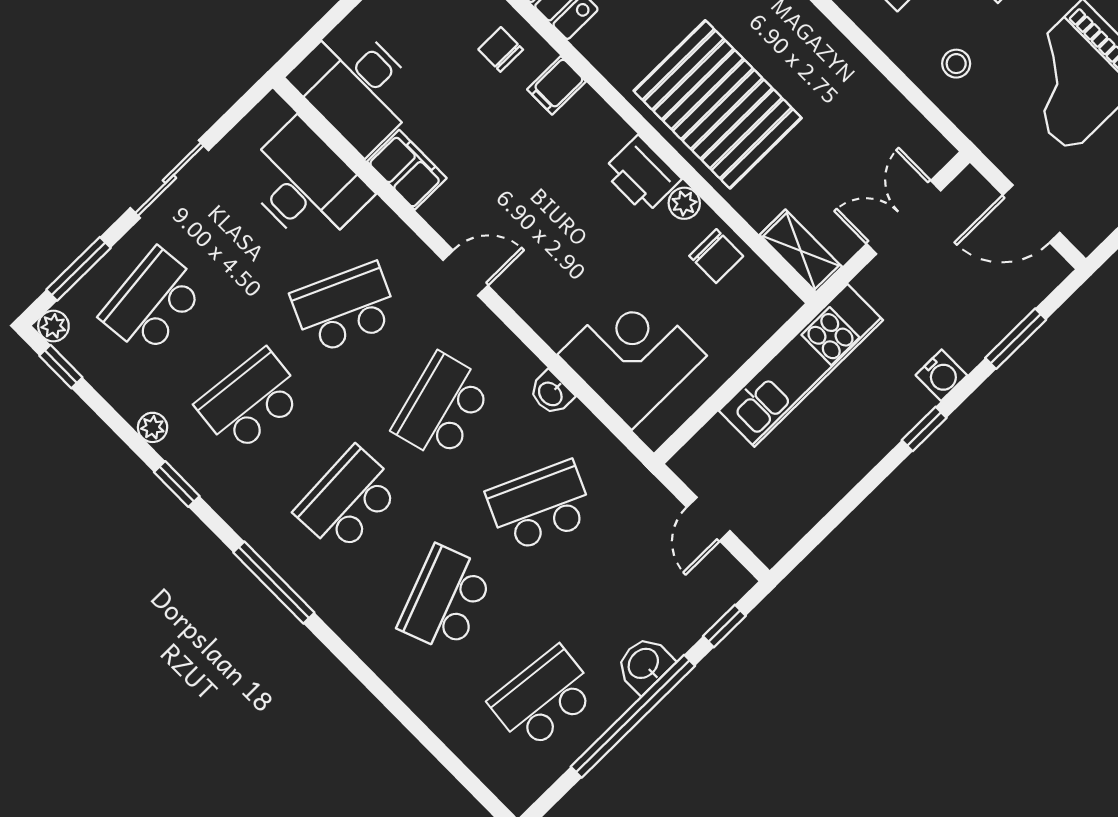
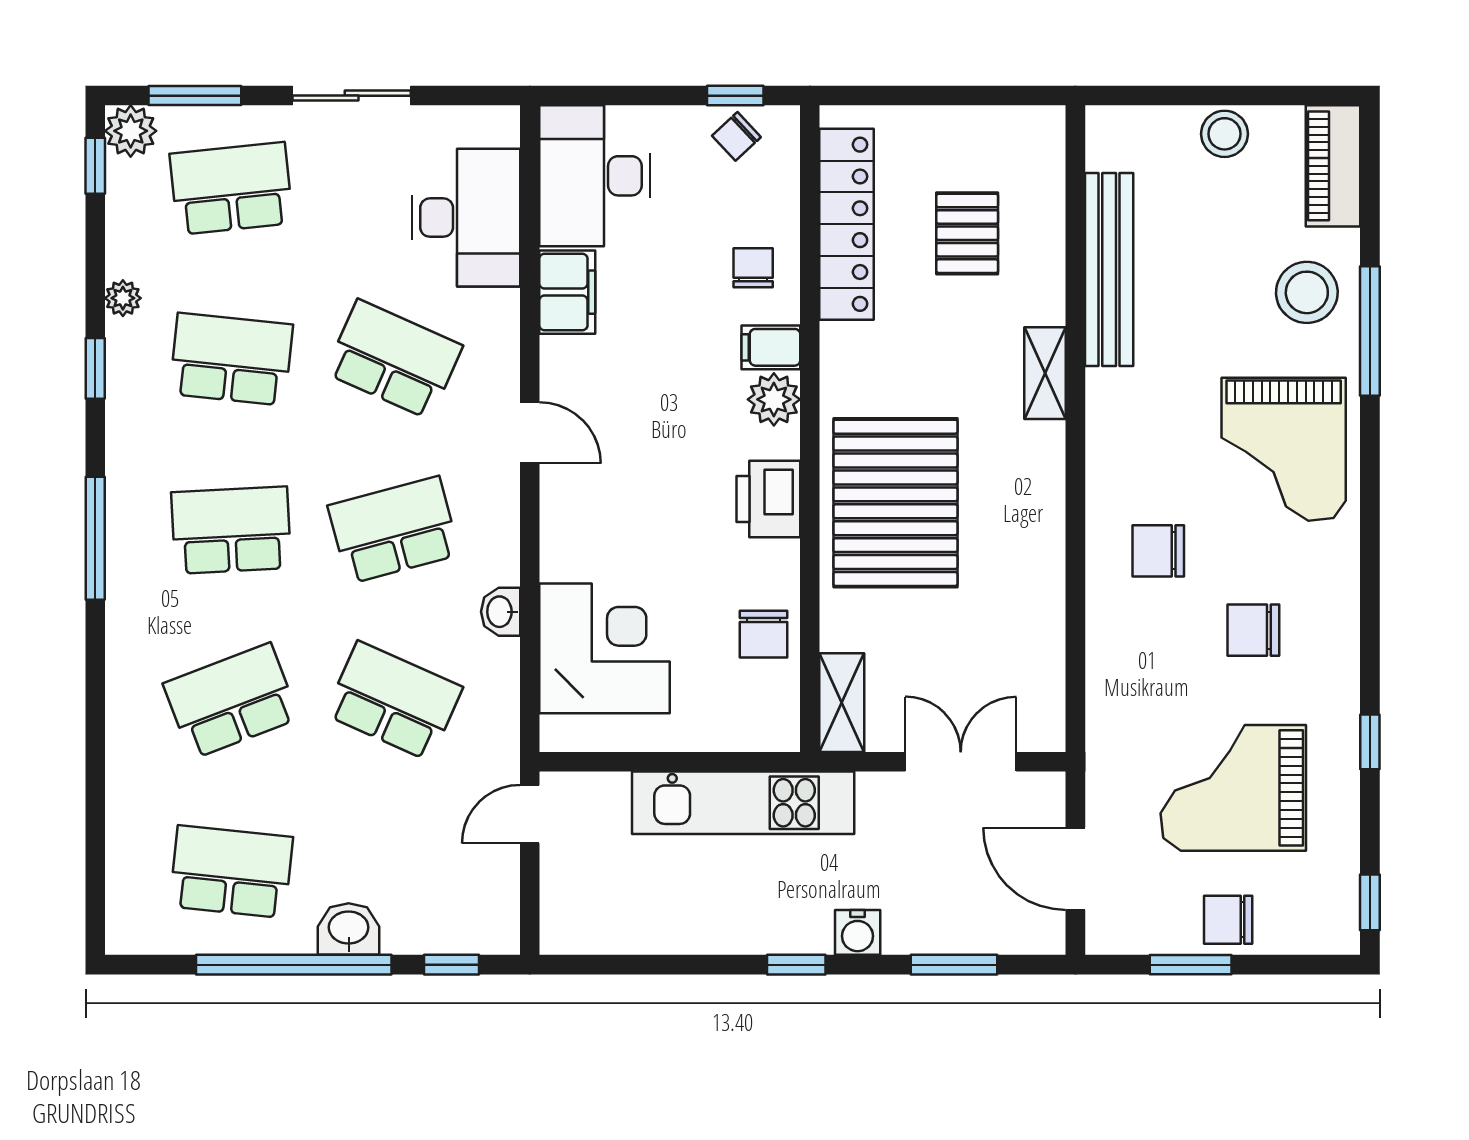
stool: (956, 64) -> (1139, 673), removed
plant: (684, 203) -> (774, 399), moved, width x1.38, depth x1.38
plant: (53, 326) -> (131, 131), width x1.38, depth x1.38
door: (708, 519) -> (530, 814), moved

